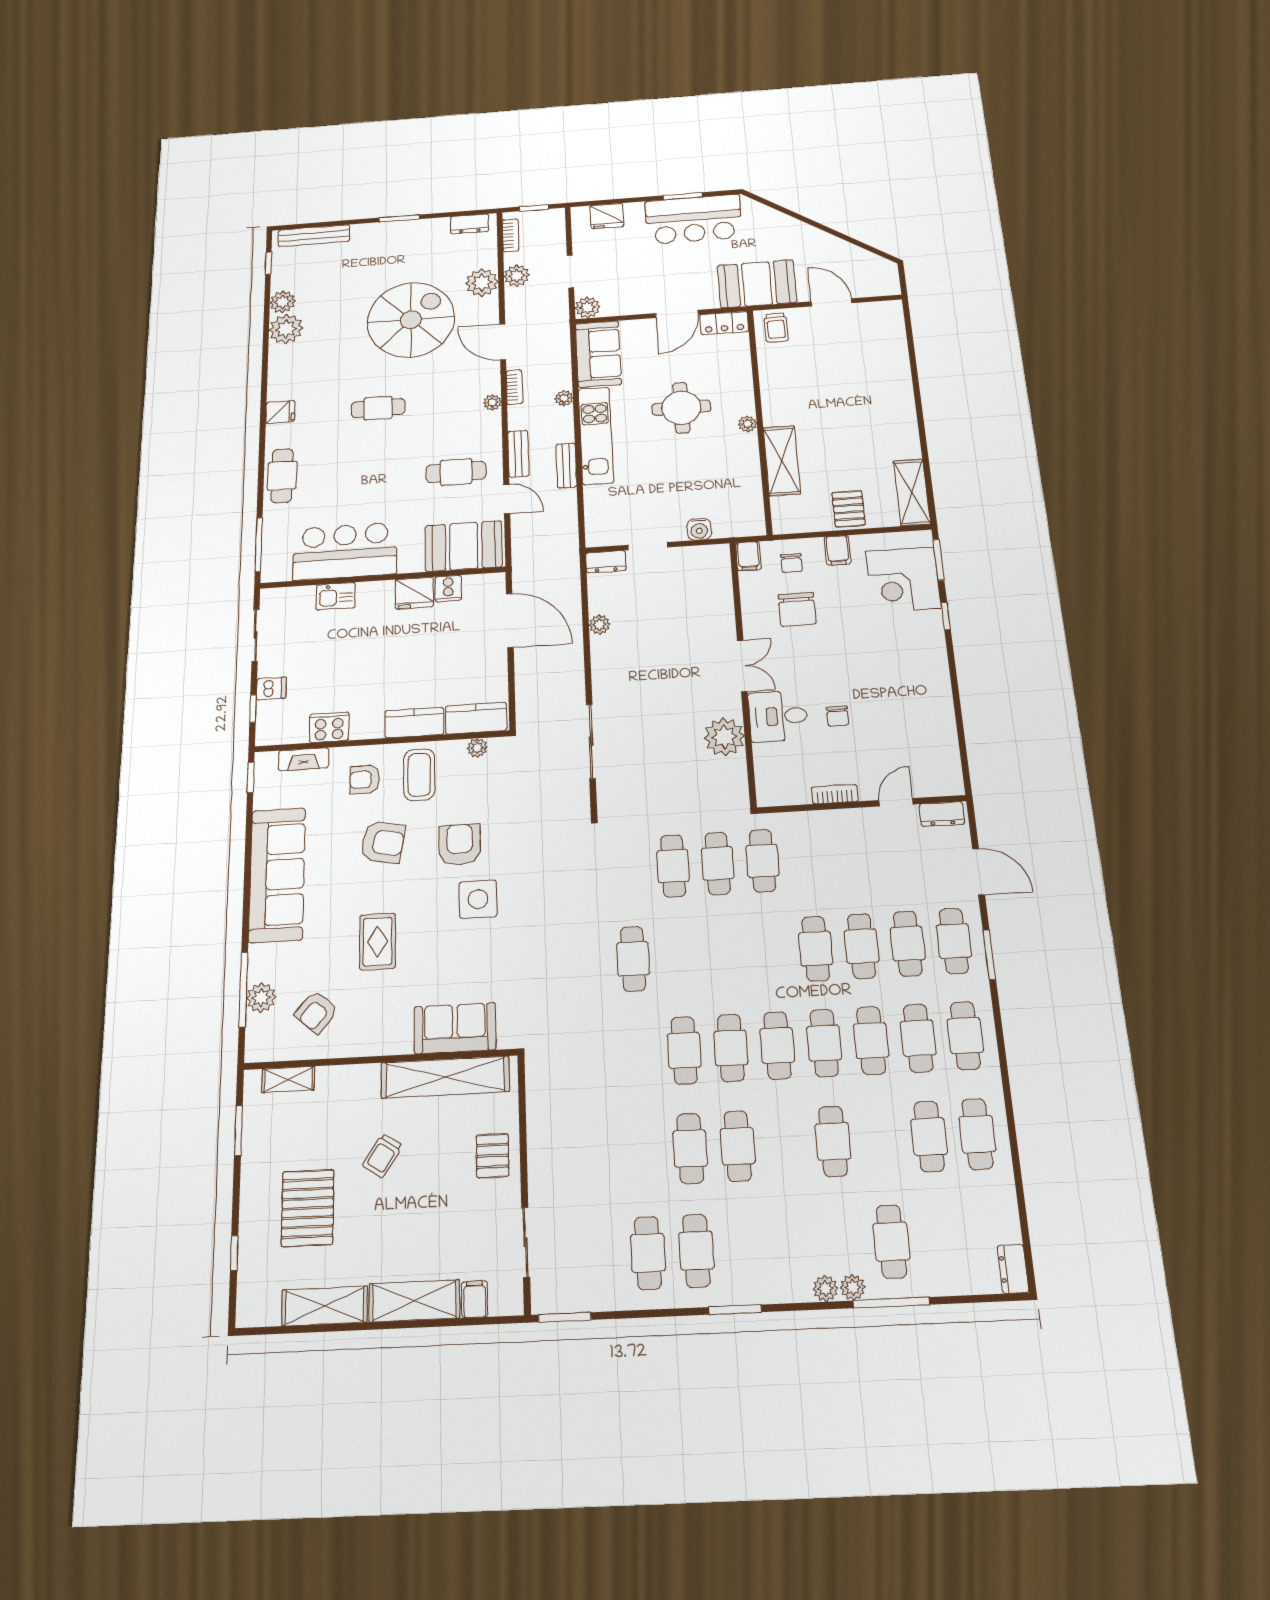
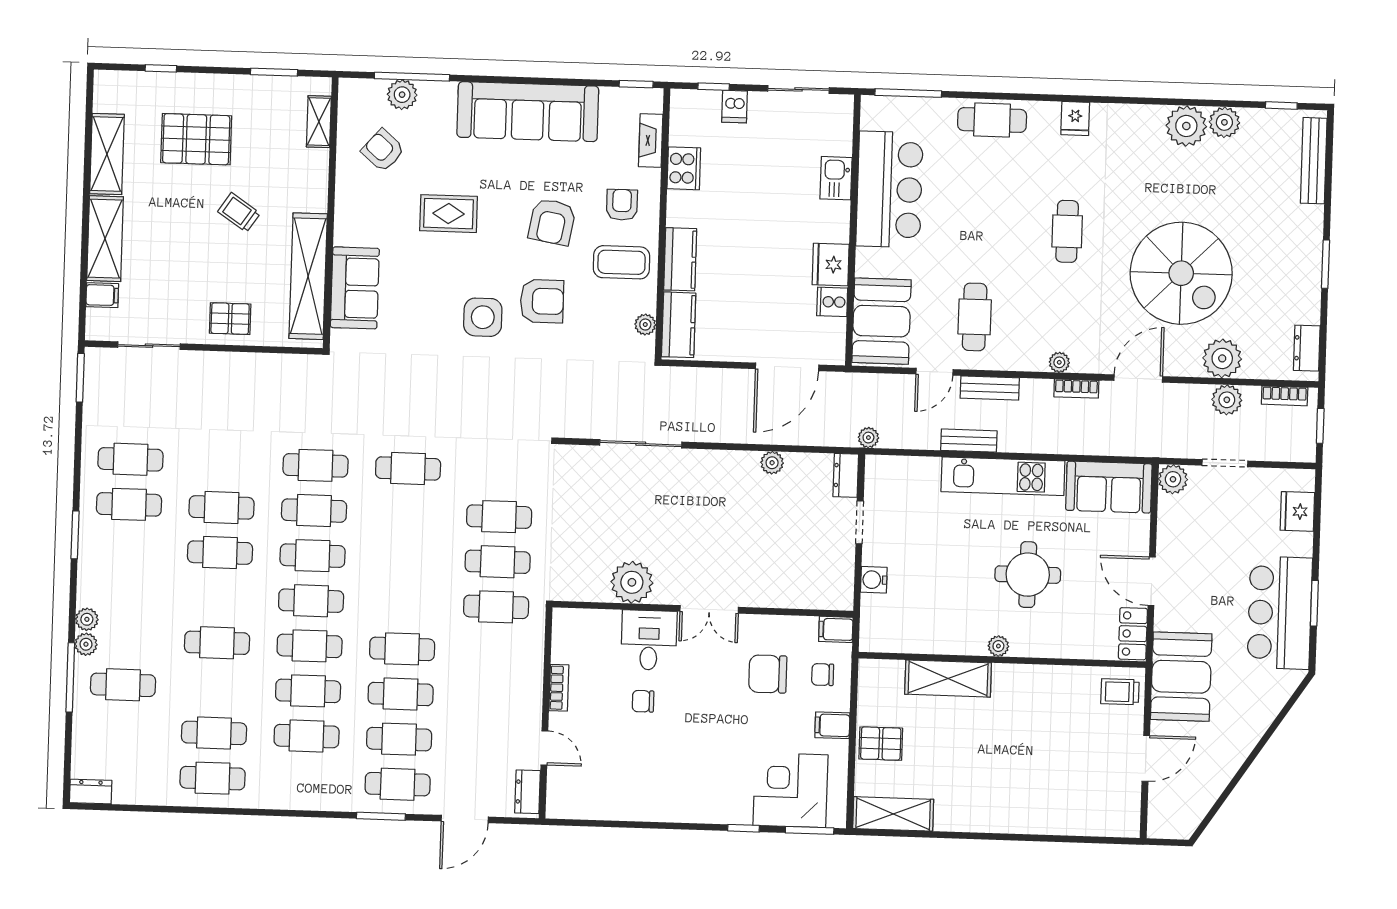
plant: (564, 398) -> (868, 438), moved
cafe table: (965, 1036) -> (316, 465), moved

